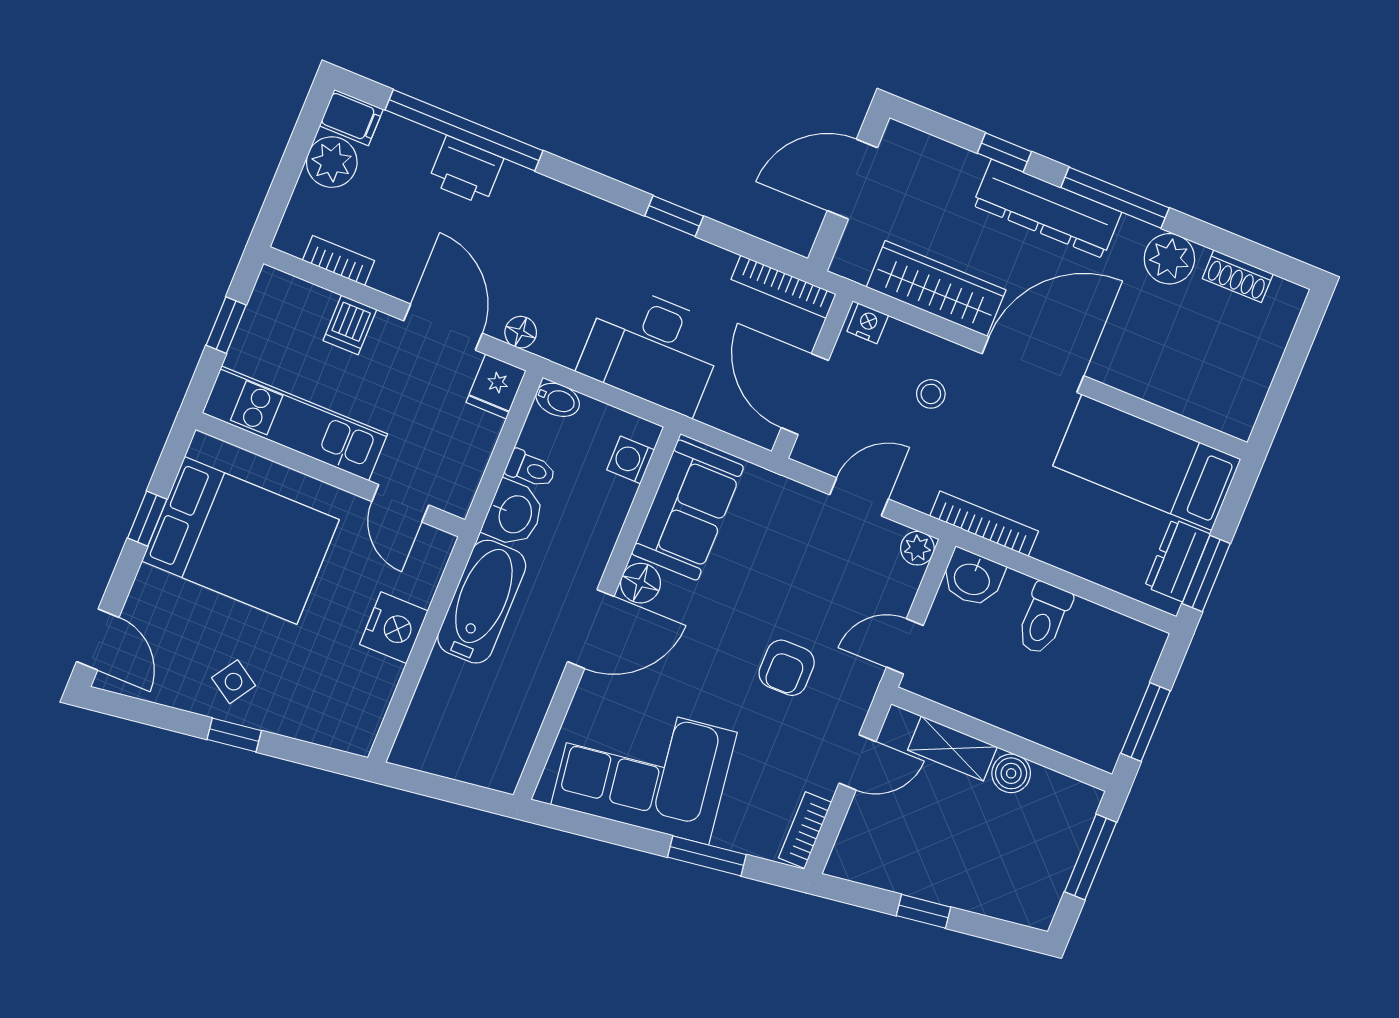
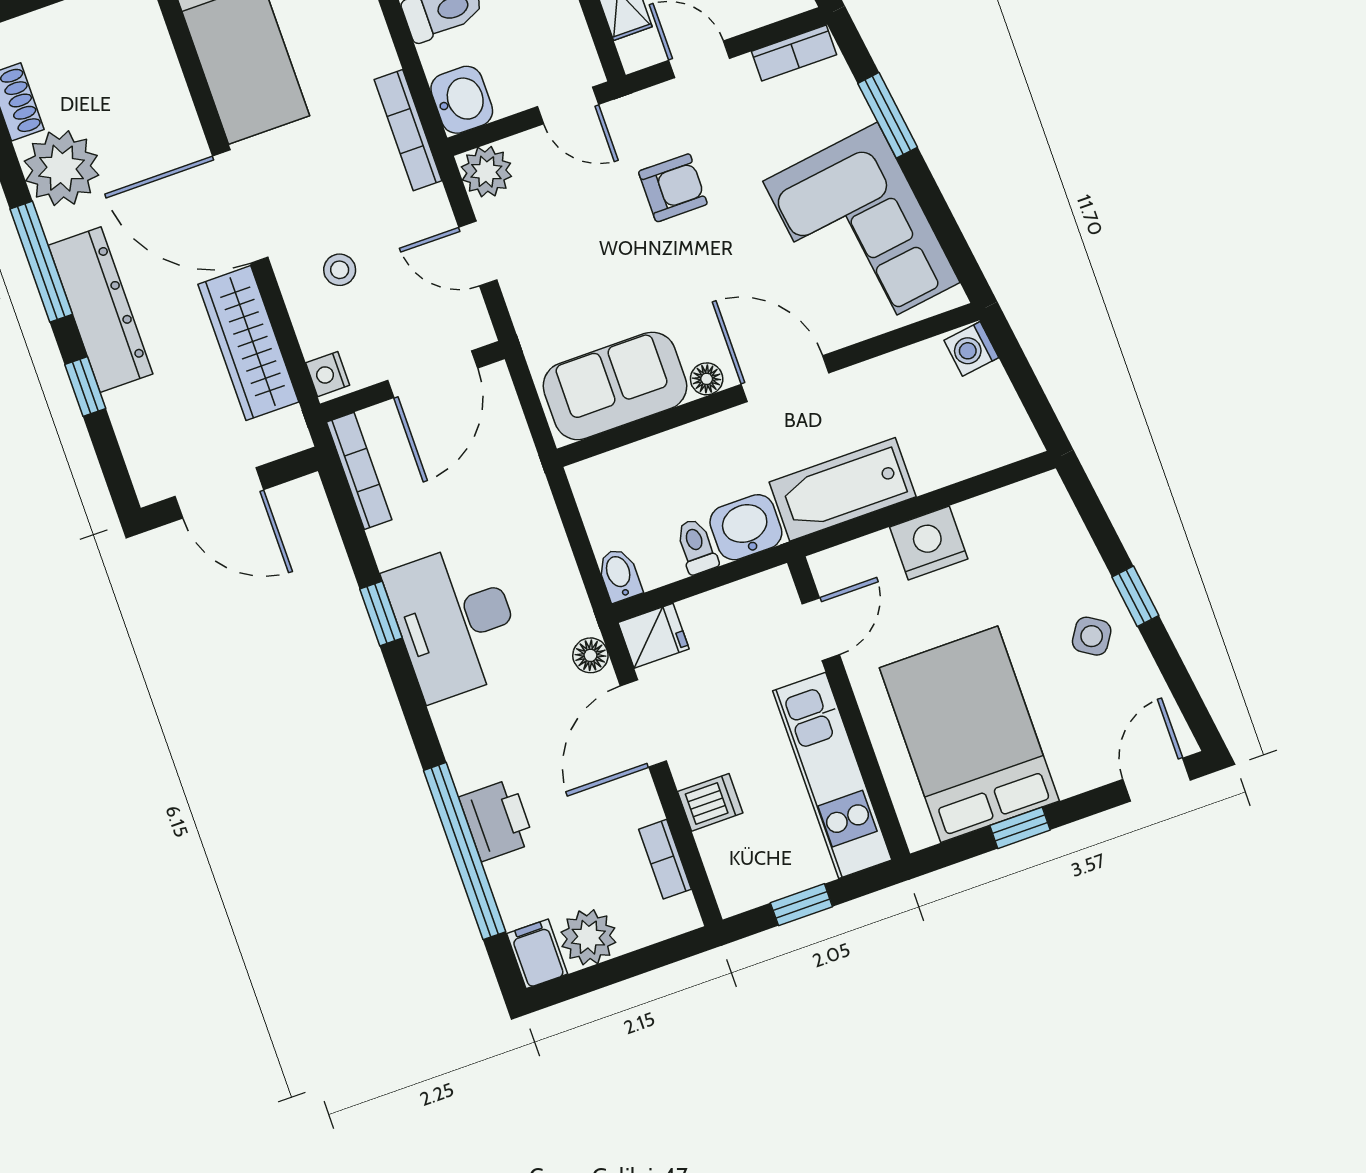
plant: (1169, 259) -> (61, 168), width x1.36, depth x1.36
desk: (652, 349) -> (455, 621), moved, turned 180
washing machine: (631, 460) -> (971, 349), moved, turned 82
plant: (917, 548) -> (486, 172), width x1.38, depth x1.38
floor lamp: (640, 583) -> (707, 379), width x0.73, depth x0.73

